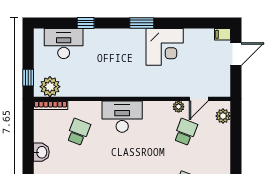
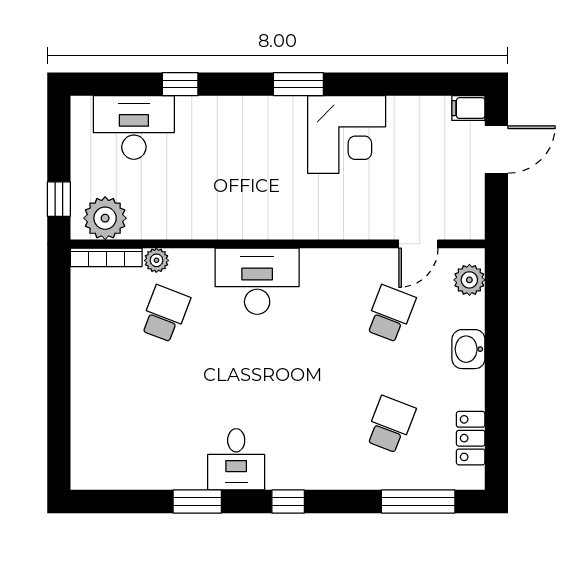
plant: (179, 107) -> (156, 260), moved
washbasin: (41, 152) -> (468, 349), moved, turned 180

